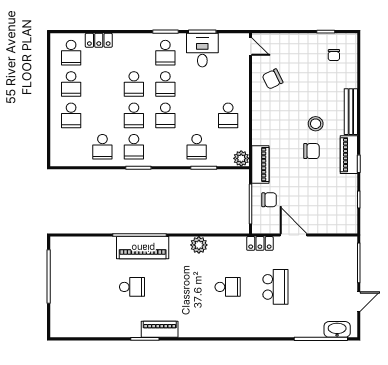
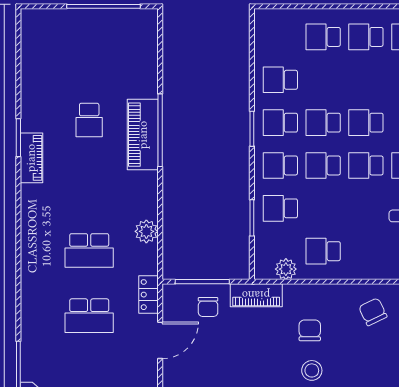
school desk: (165, 147) -> (280, 165), added
chair: (311, 151) -> (310, 330), moved, turned 180
plant: (241, 158) -> (286, 269), moved
plant: (199, 245) -> (146, 231), moved
school desk: (228, 287) -> (89, 250), width x1.85

